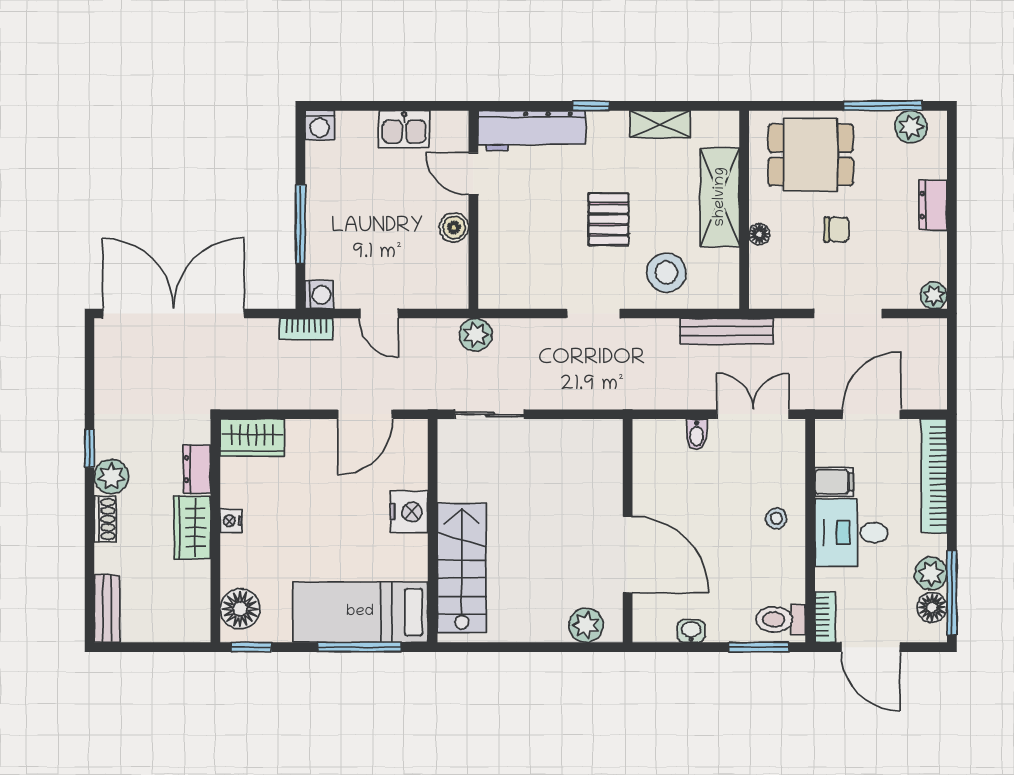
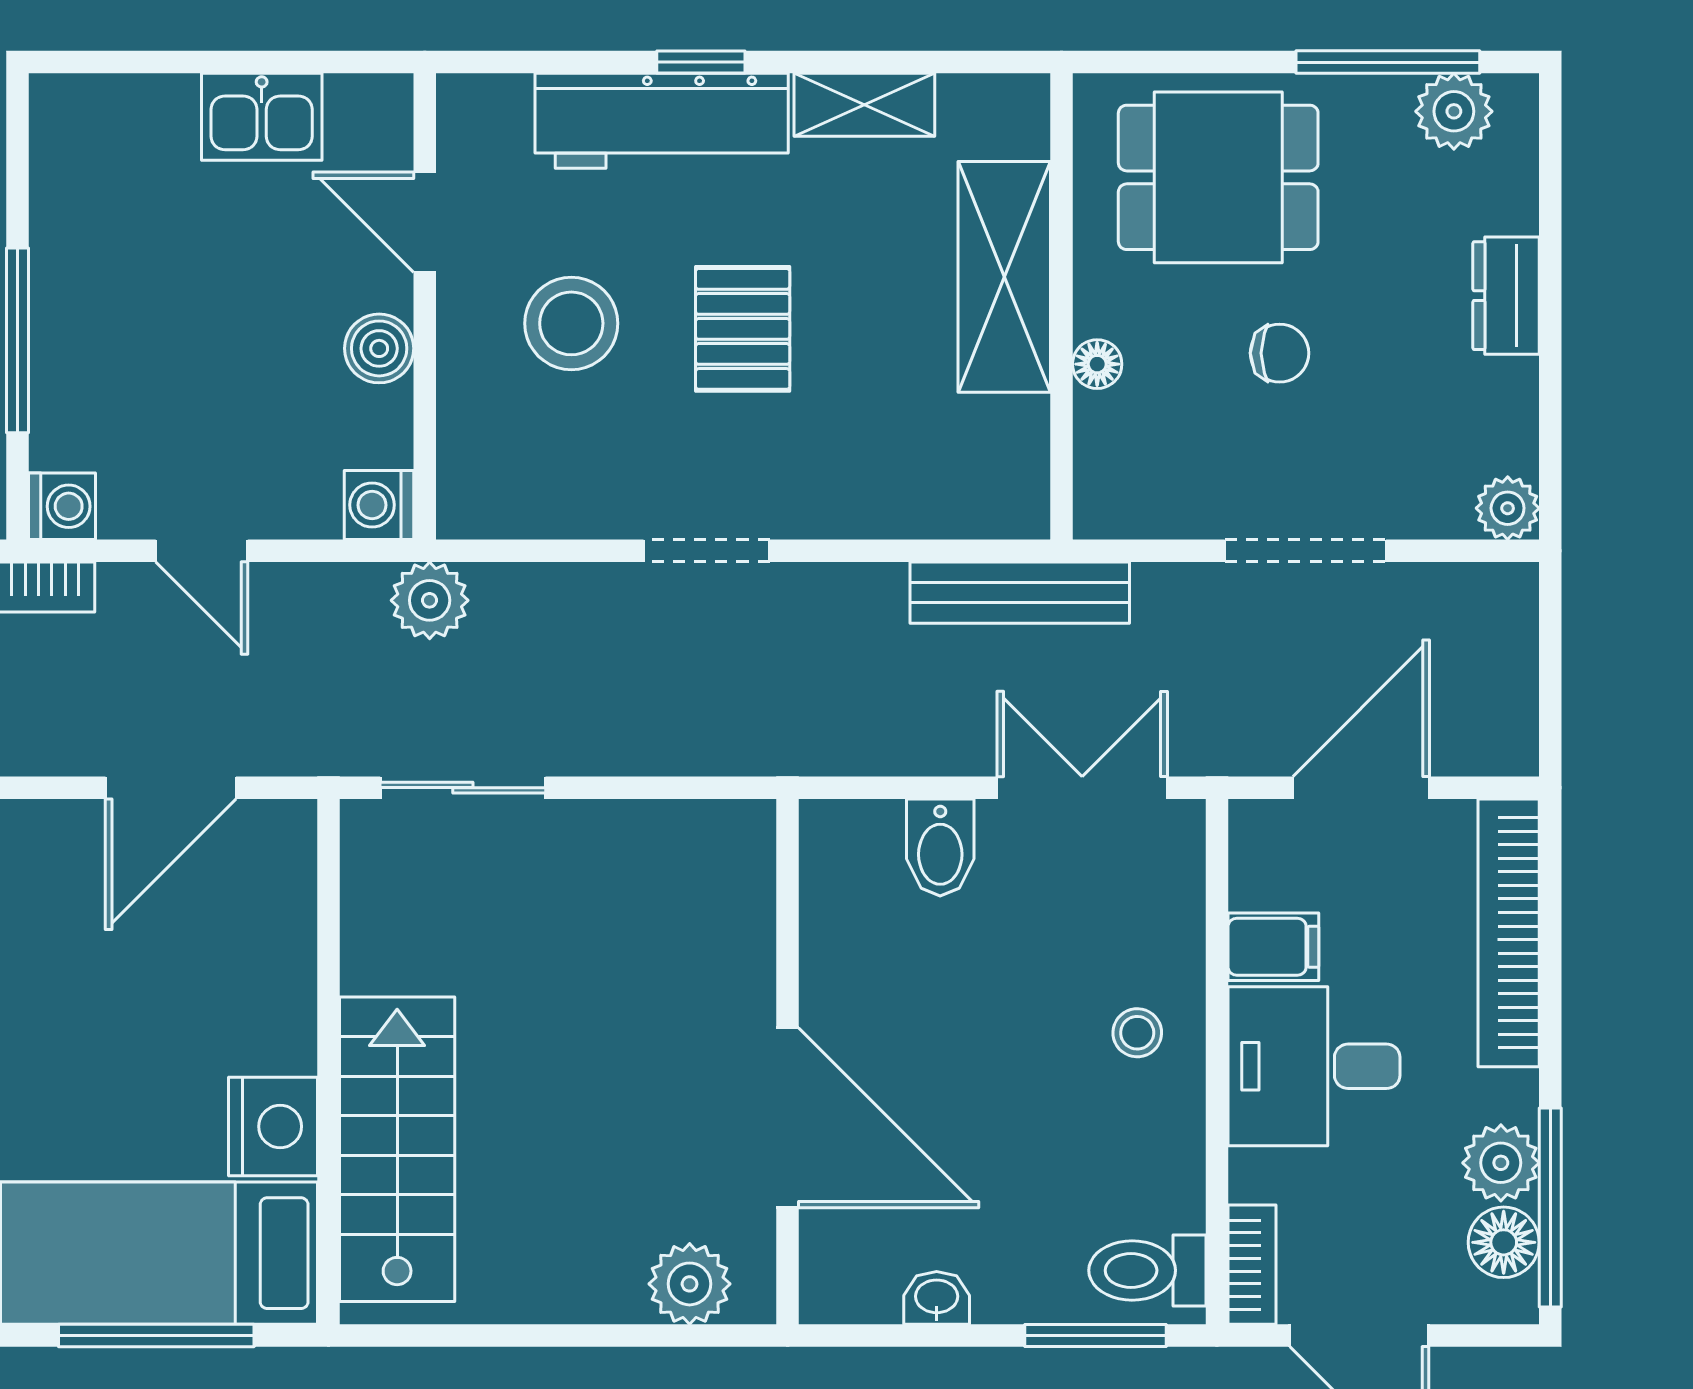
washing machine: (320, 125) -> (379, 505), moved, turned 90
workbench: (532, 131) -> (662, 121), moved
stool: (666, 273) -> (571, 323), moved
bidet: (697, 434) -> (940, 847), width x1.38, depth x1.36
nightstand: (409, 512) -> (273, 1126), moved

